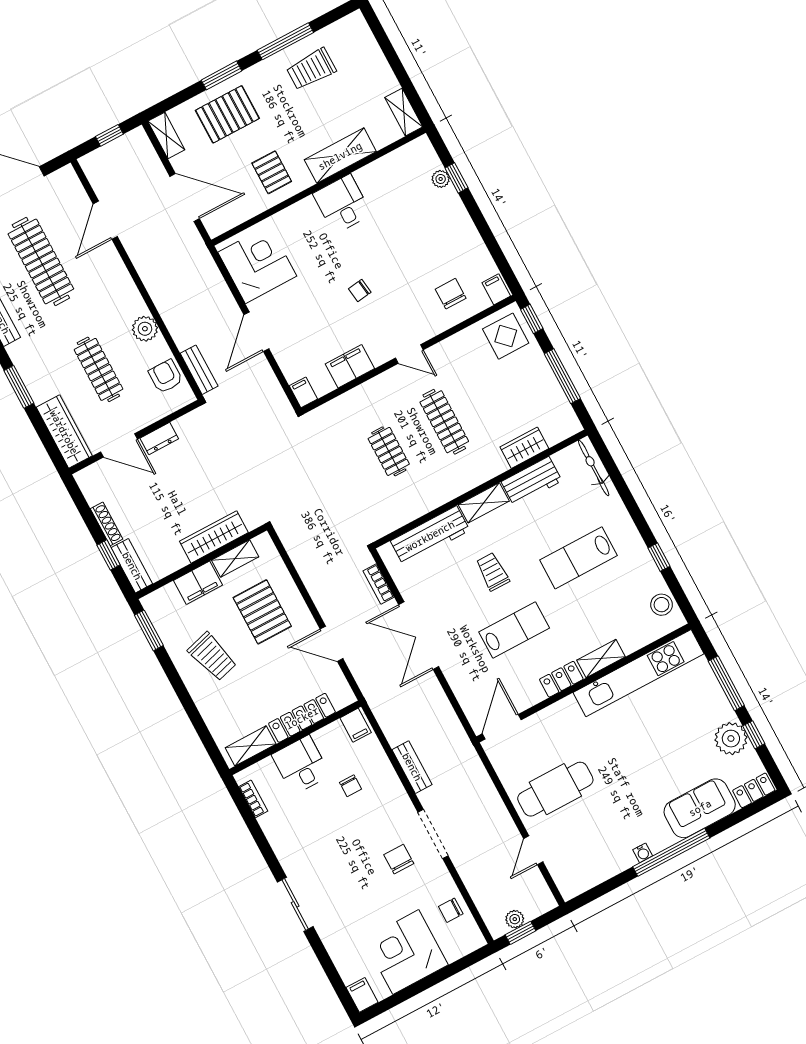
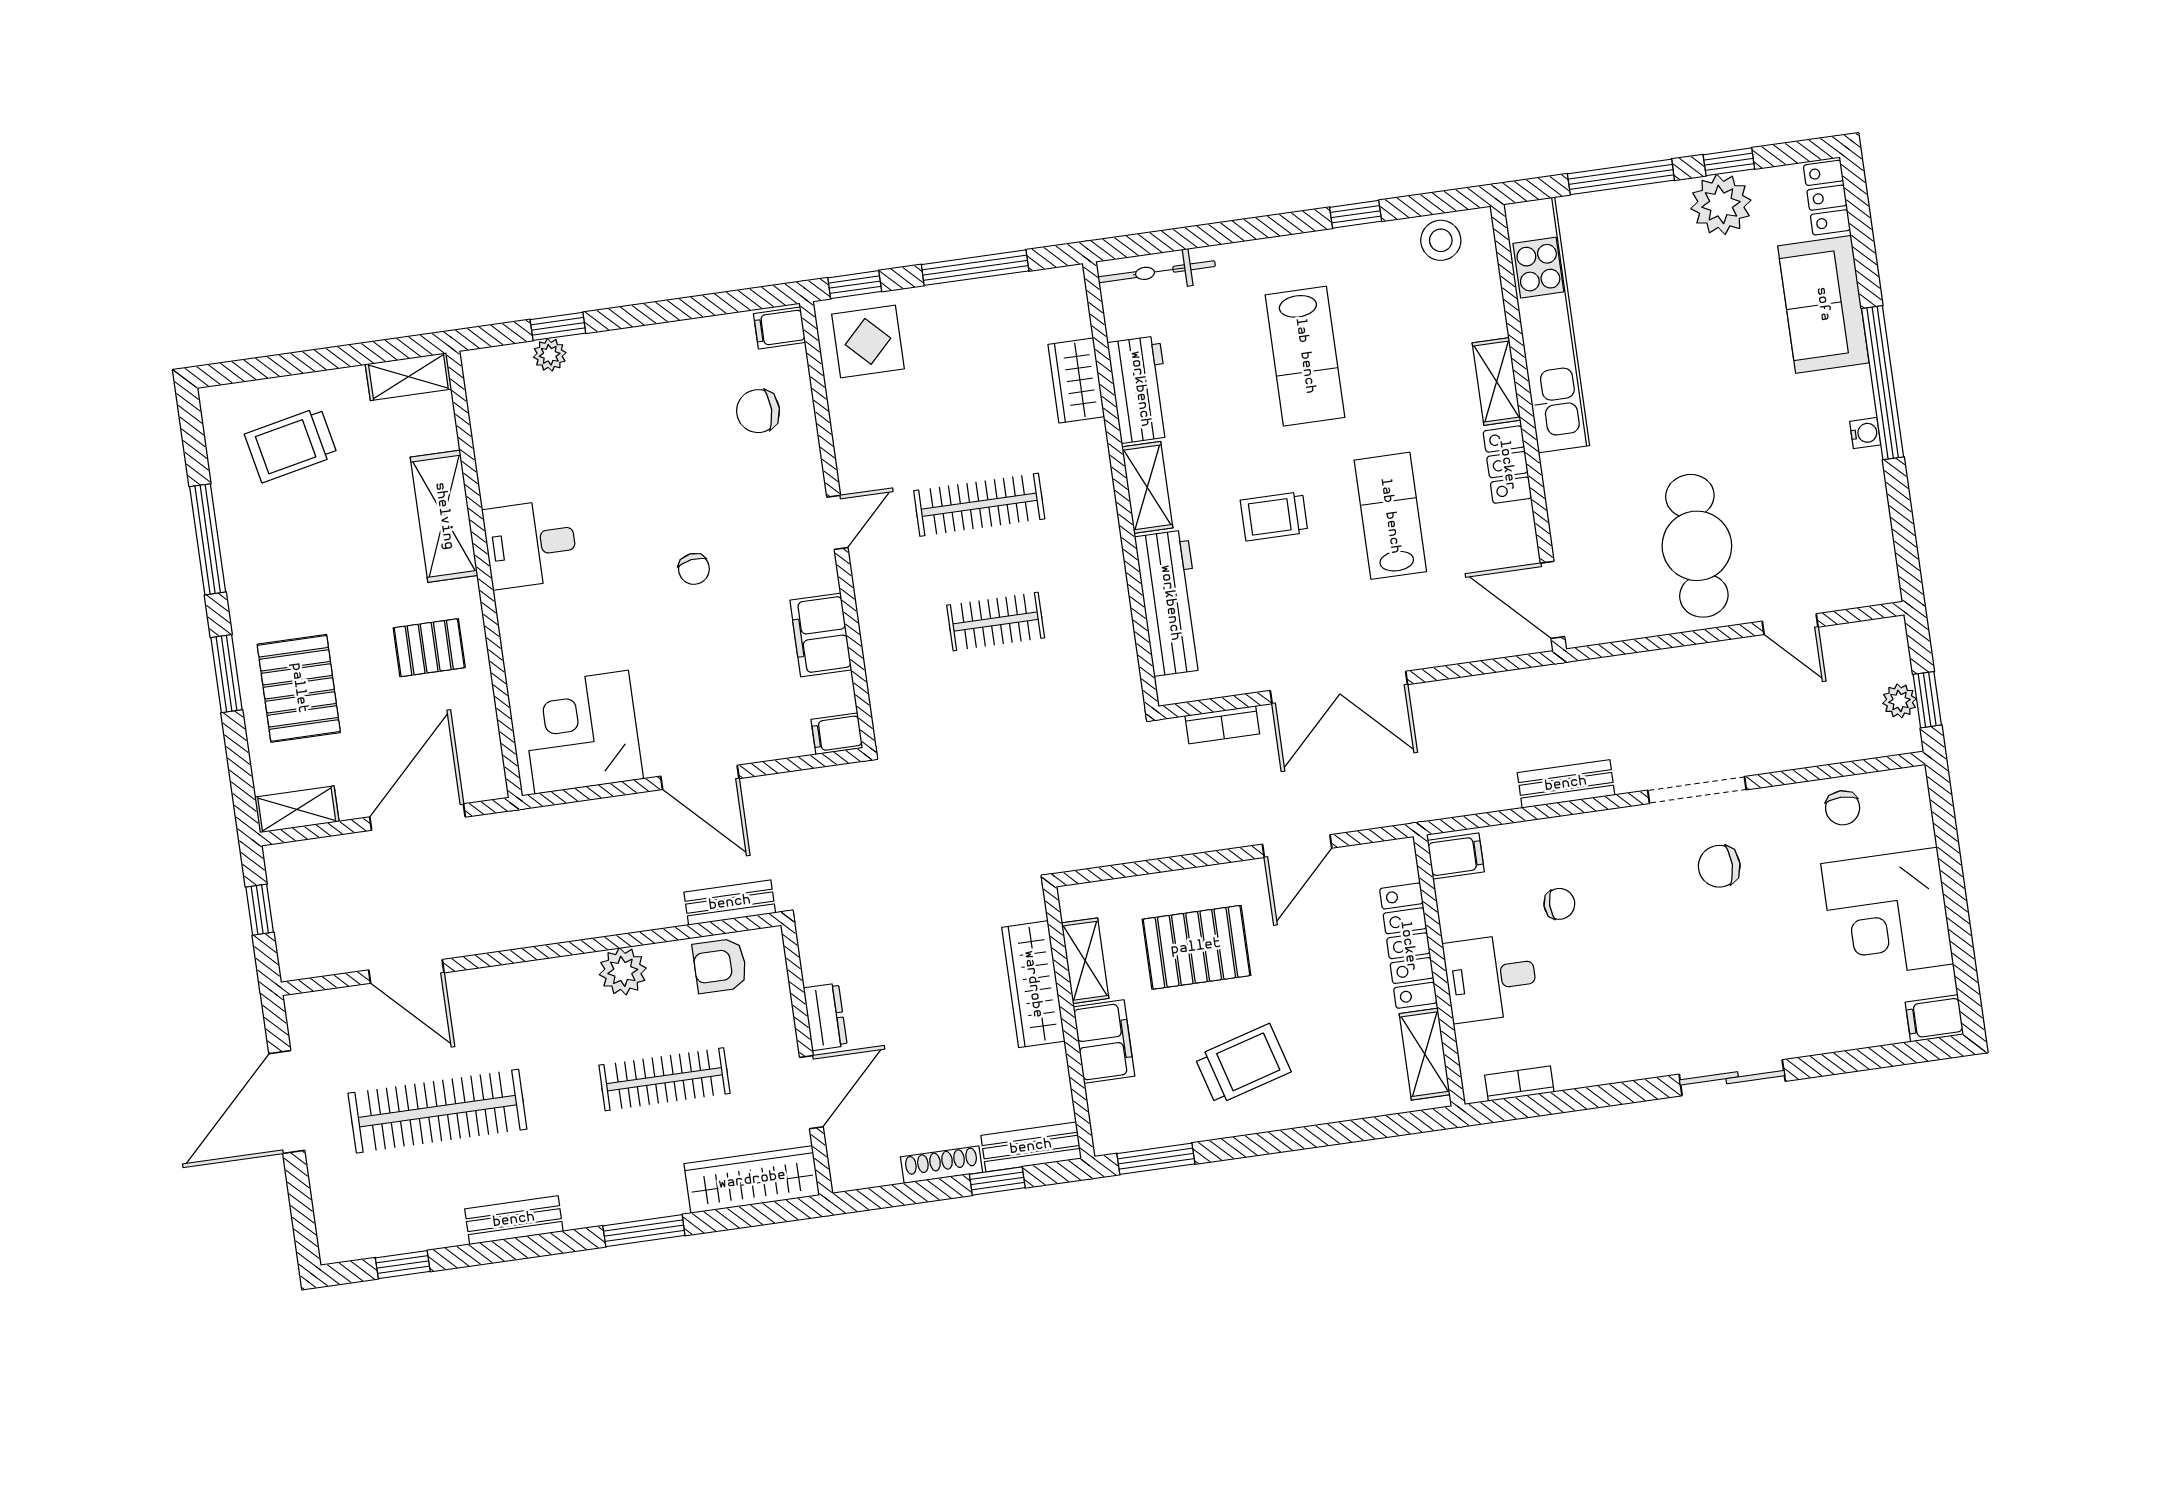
trolley: (311, 69) -> (291, 445), moved, turned 78

